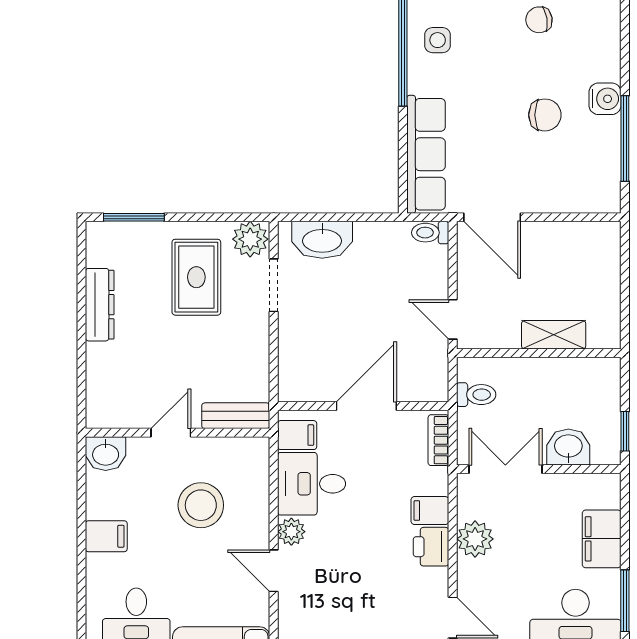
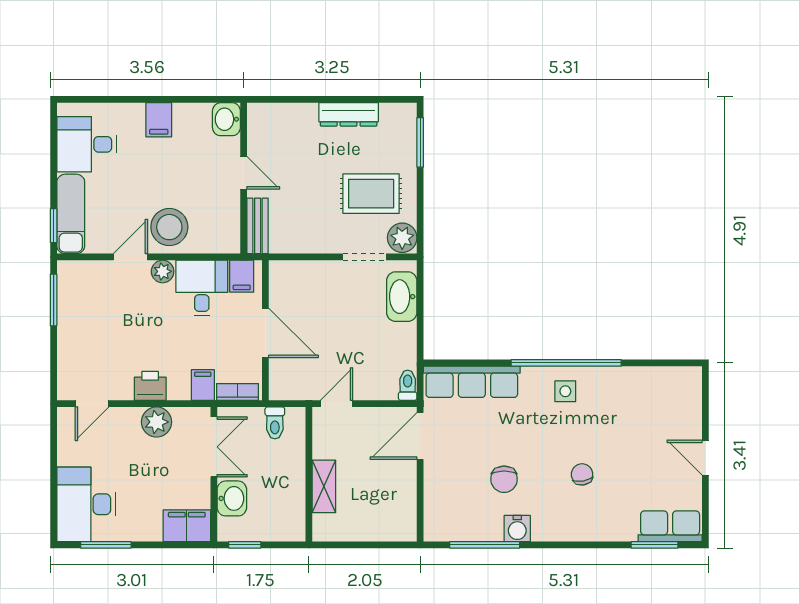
stool: (201, 505) -> (169, 227), moved
filing cabinet: (430, 511) -> (203, 385), moved
filing cabinet: (602, 539) -> (187, 526), moved

